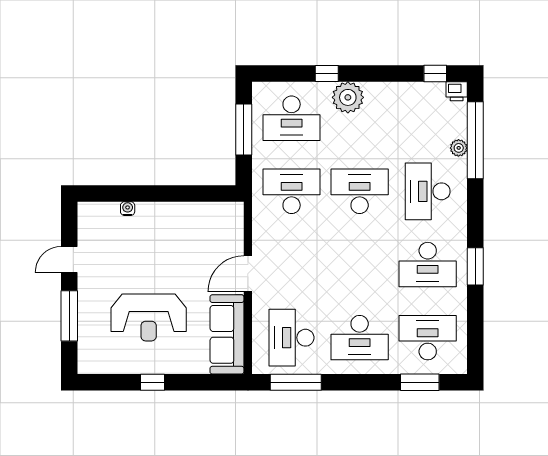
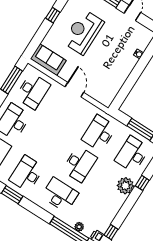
plant: (459, 148) -> (79, 227), moved
desk: (292, 191) -> (99, 133), turned 180
sofa: (227, 334) -> (48, 60), width x0.73
desk: (292, 338) -> (33, 91), turned 90

